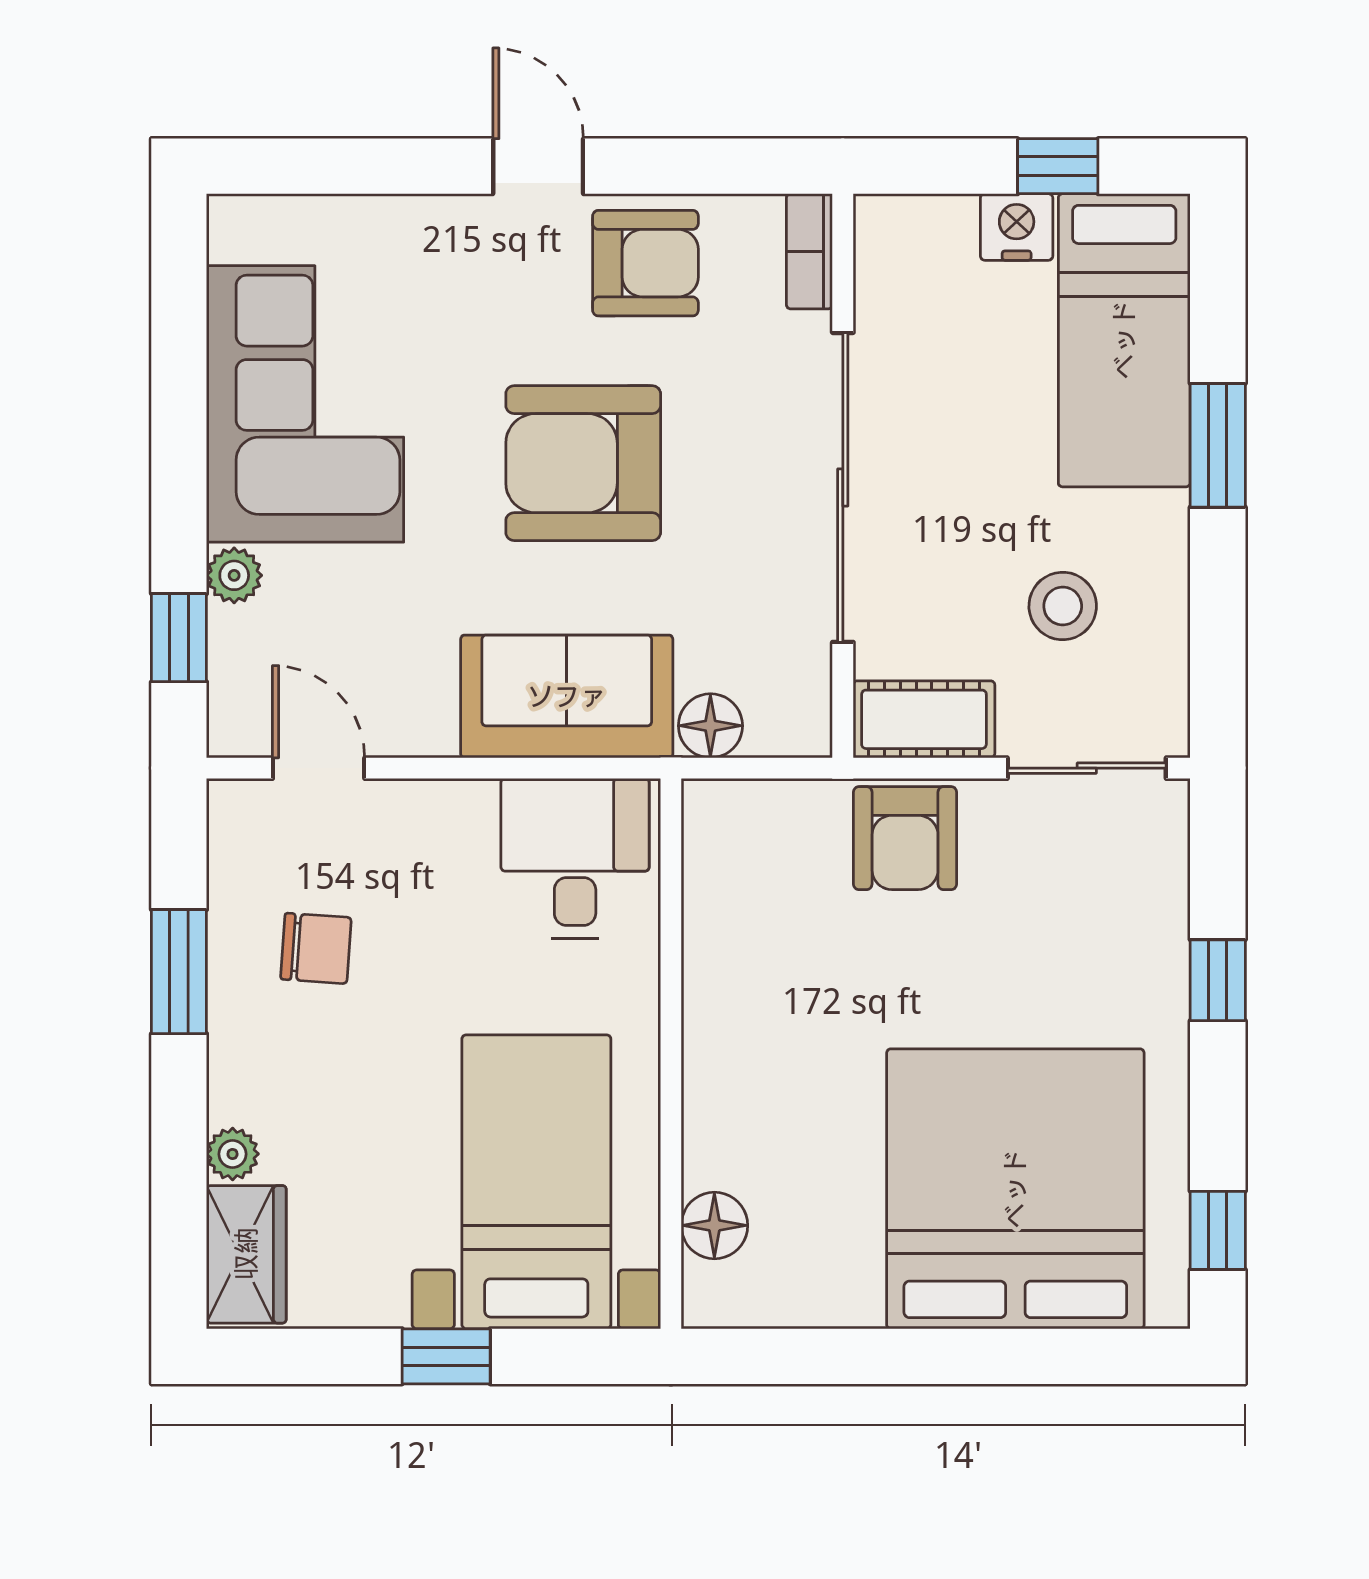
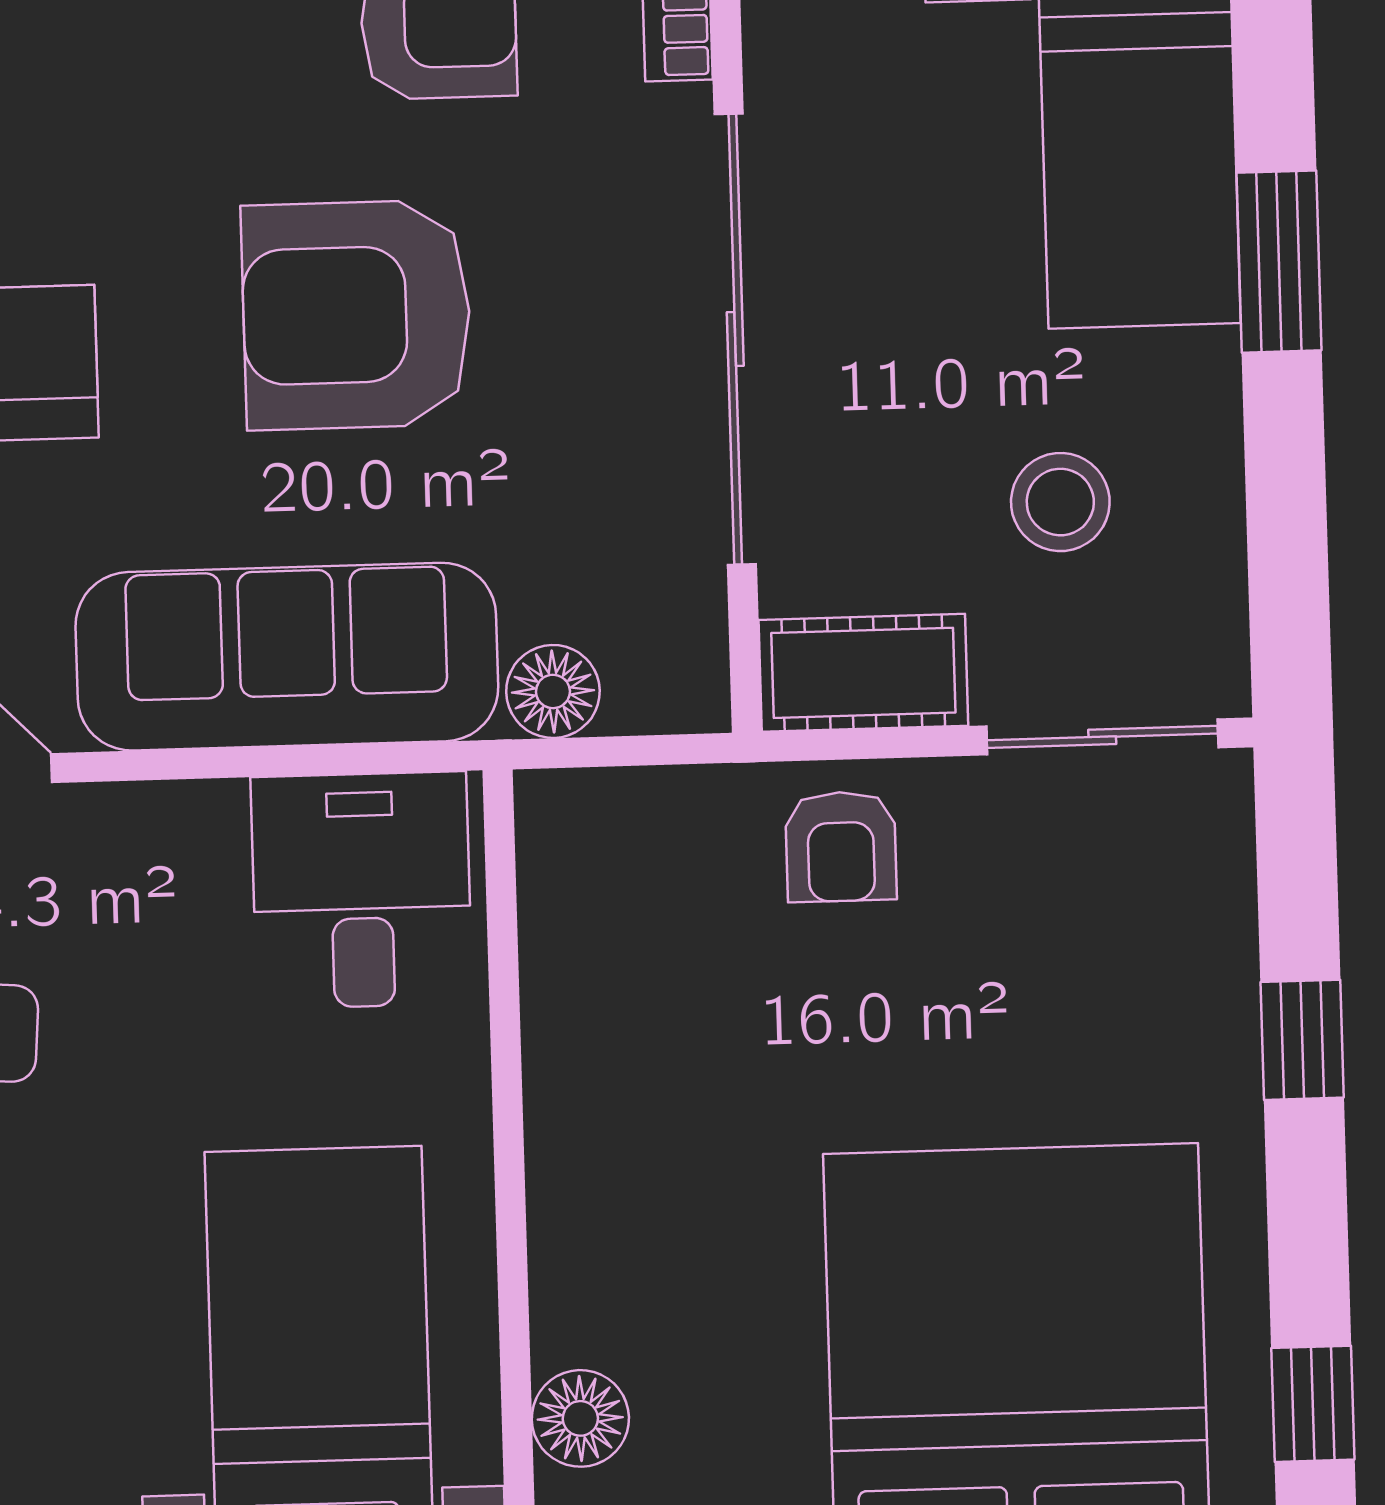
sofa: (567, 696) -> (287, 657), width x1.36
armchair: (905, 838) -> (841, 847), width x0.72, depth x0.72

